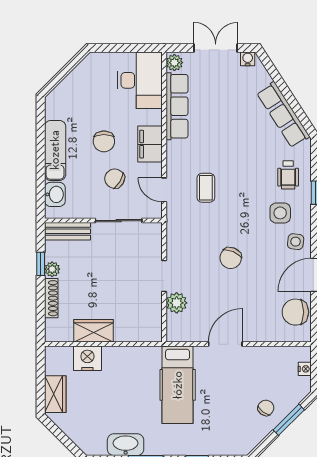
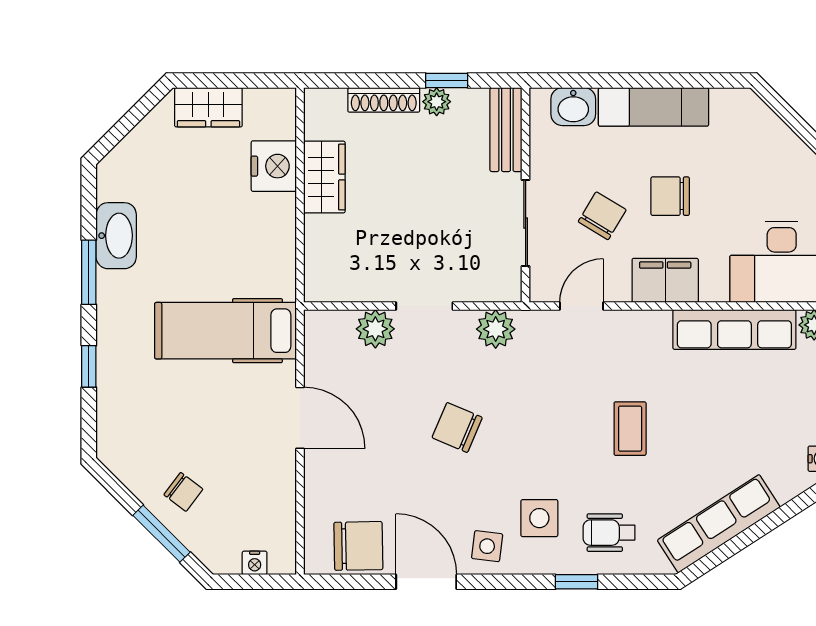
coffee table: (206, 188) -> (630, 429), moved, turned 90
plant: (177, 237) -> (496, 329), added
chair: (295, 312) -> (358, 546), turned 89

